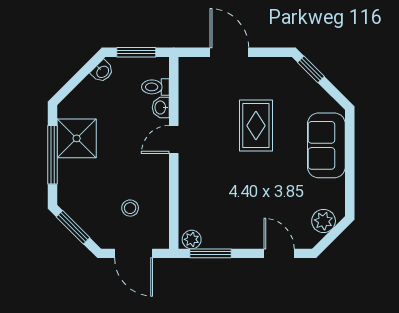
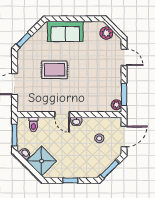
washbasin: (161, 107) -> (76, 122), moved
shower: (77, 138) -> (42, 161), moved, turned 45
window: (53, 155) -> (70, 180), width x0.46
door: (279, 253) -> (124, 57), swing flipped

